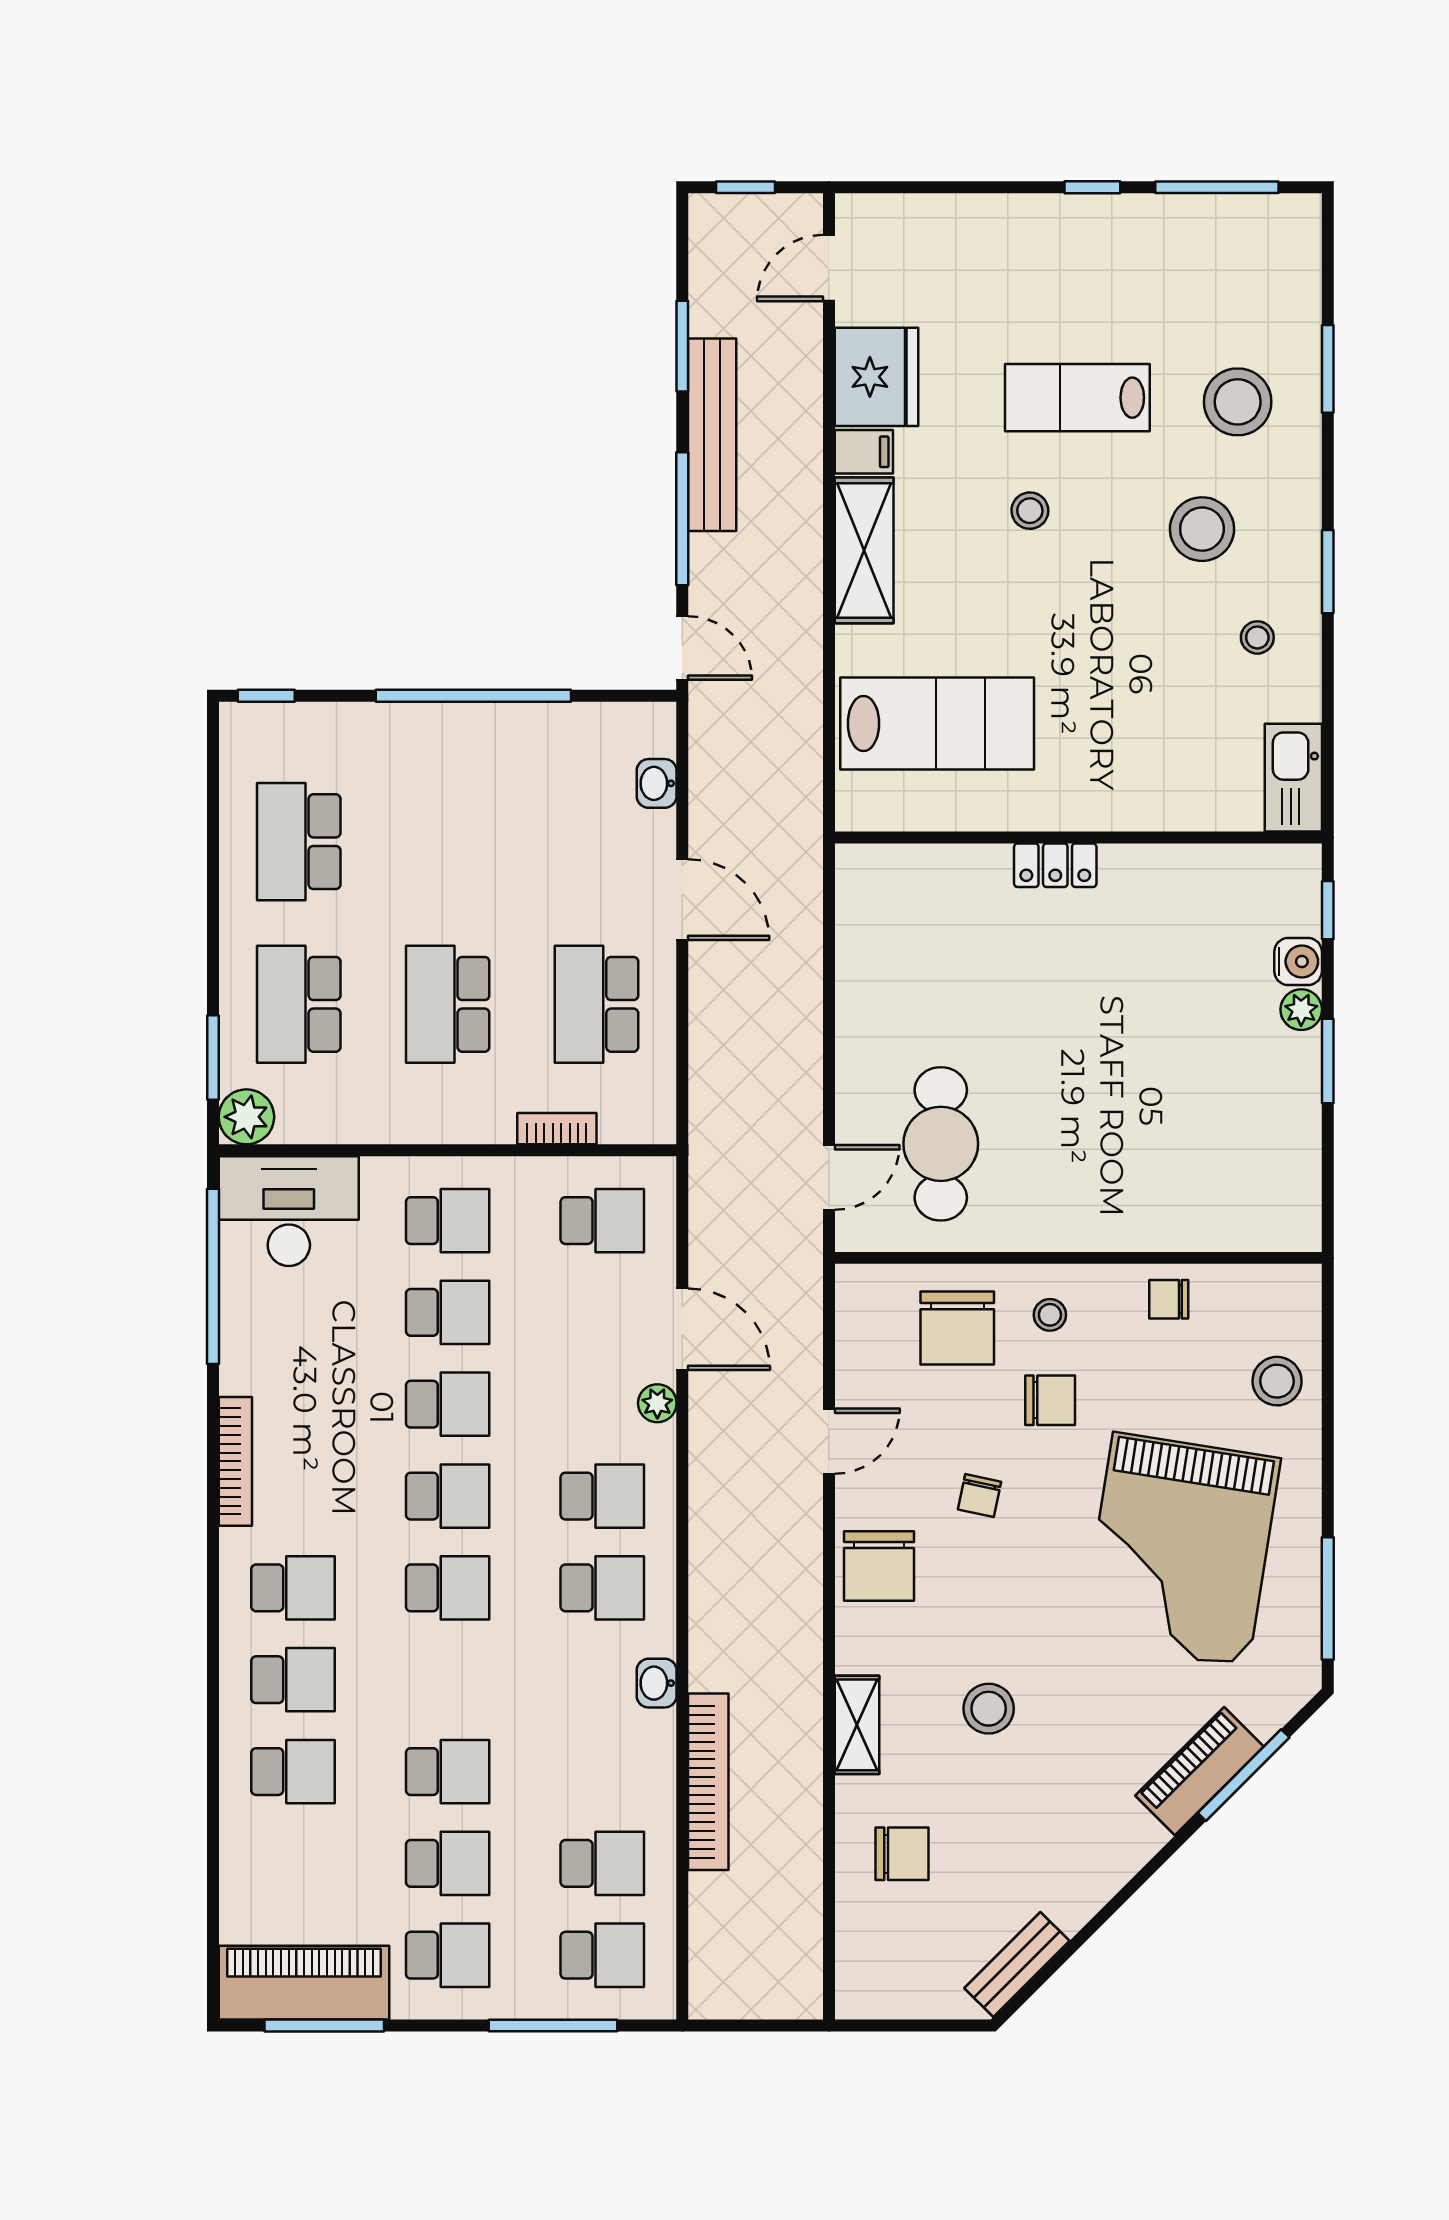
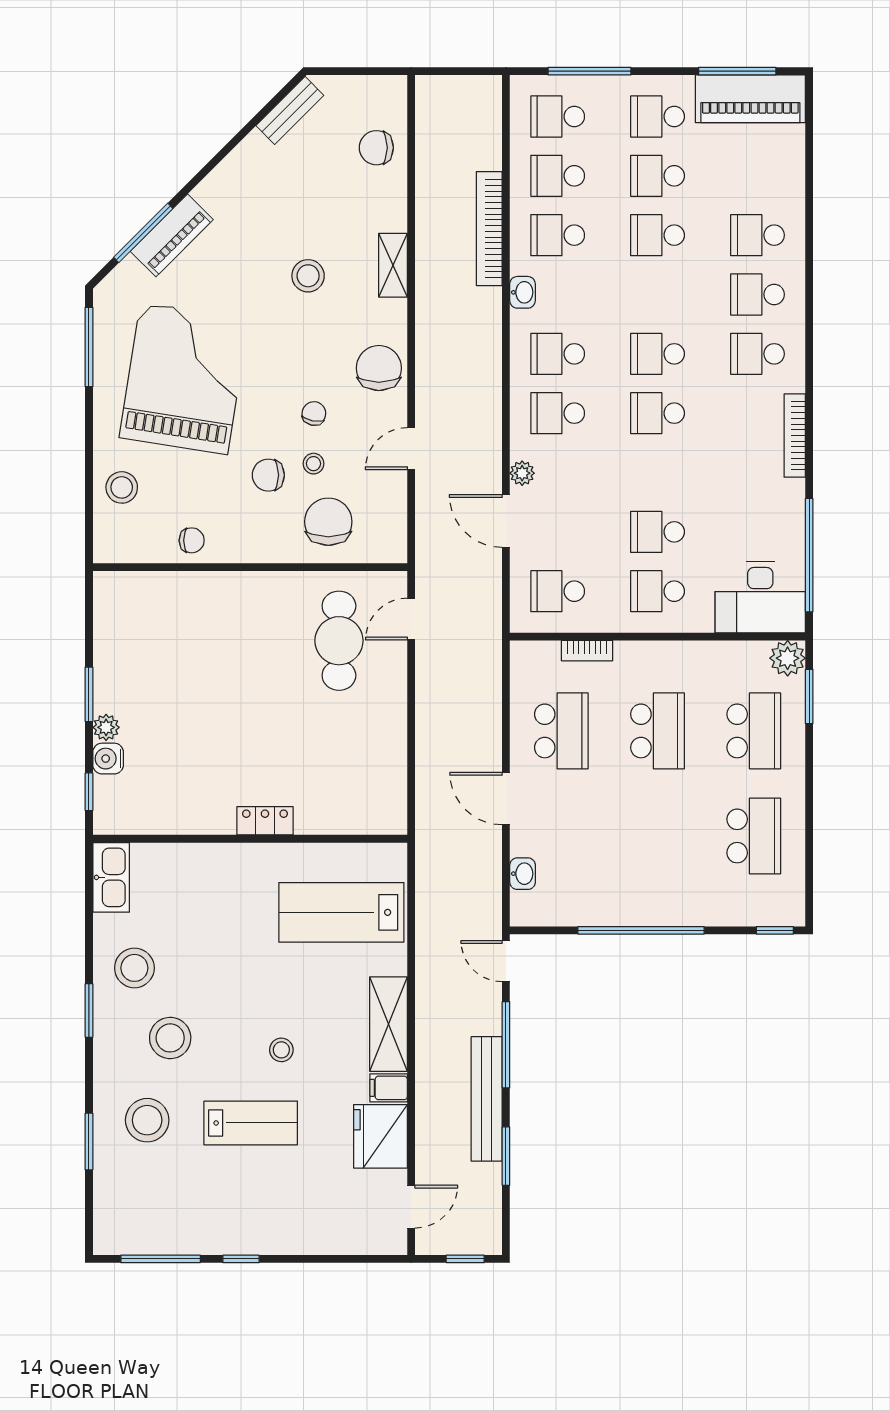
stool: (1257, 637) -> (134, 968), width x1.89, depth x1.89
stool: (1050, 1315) -> (313, 464), moved
school desk: (448, 1404) -> (558, 235), moved
chair: (902, 1854) -> (376, 148), moved

